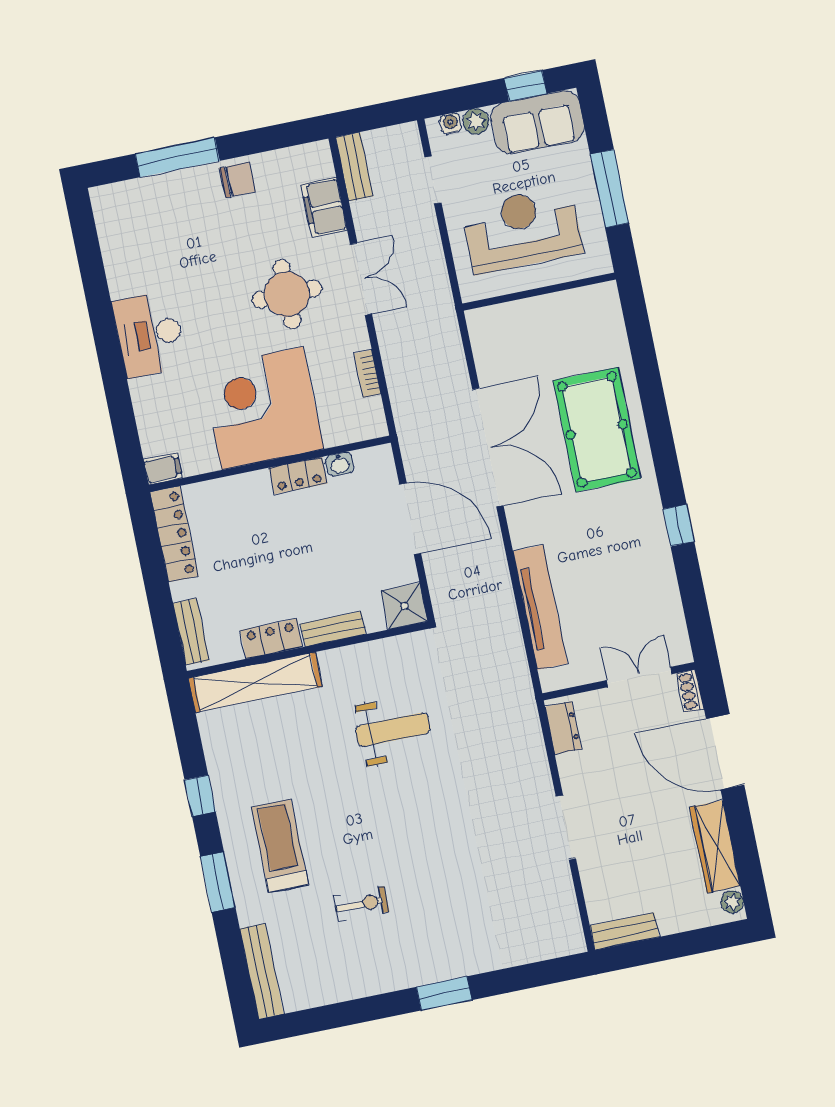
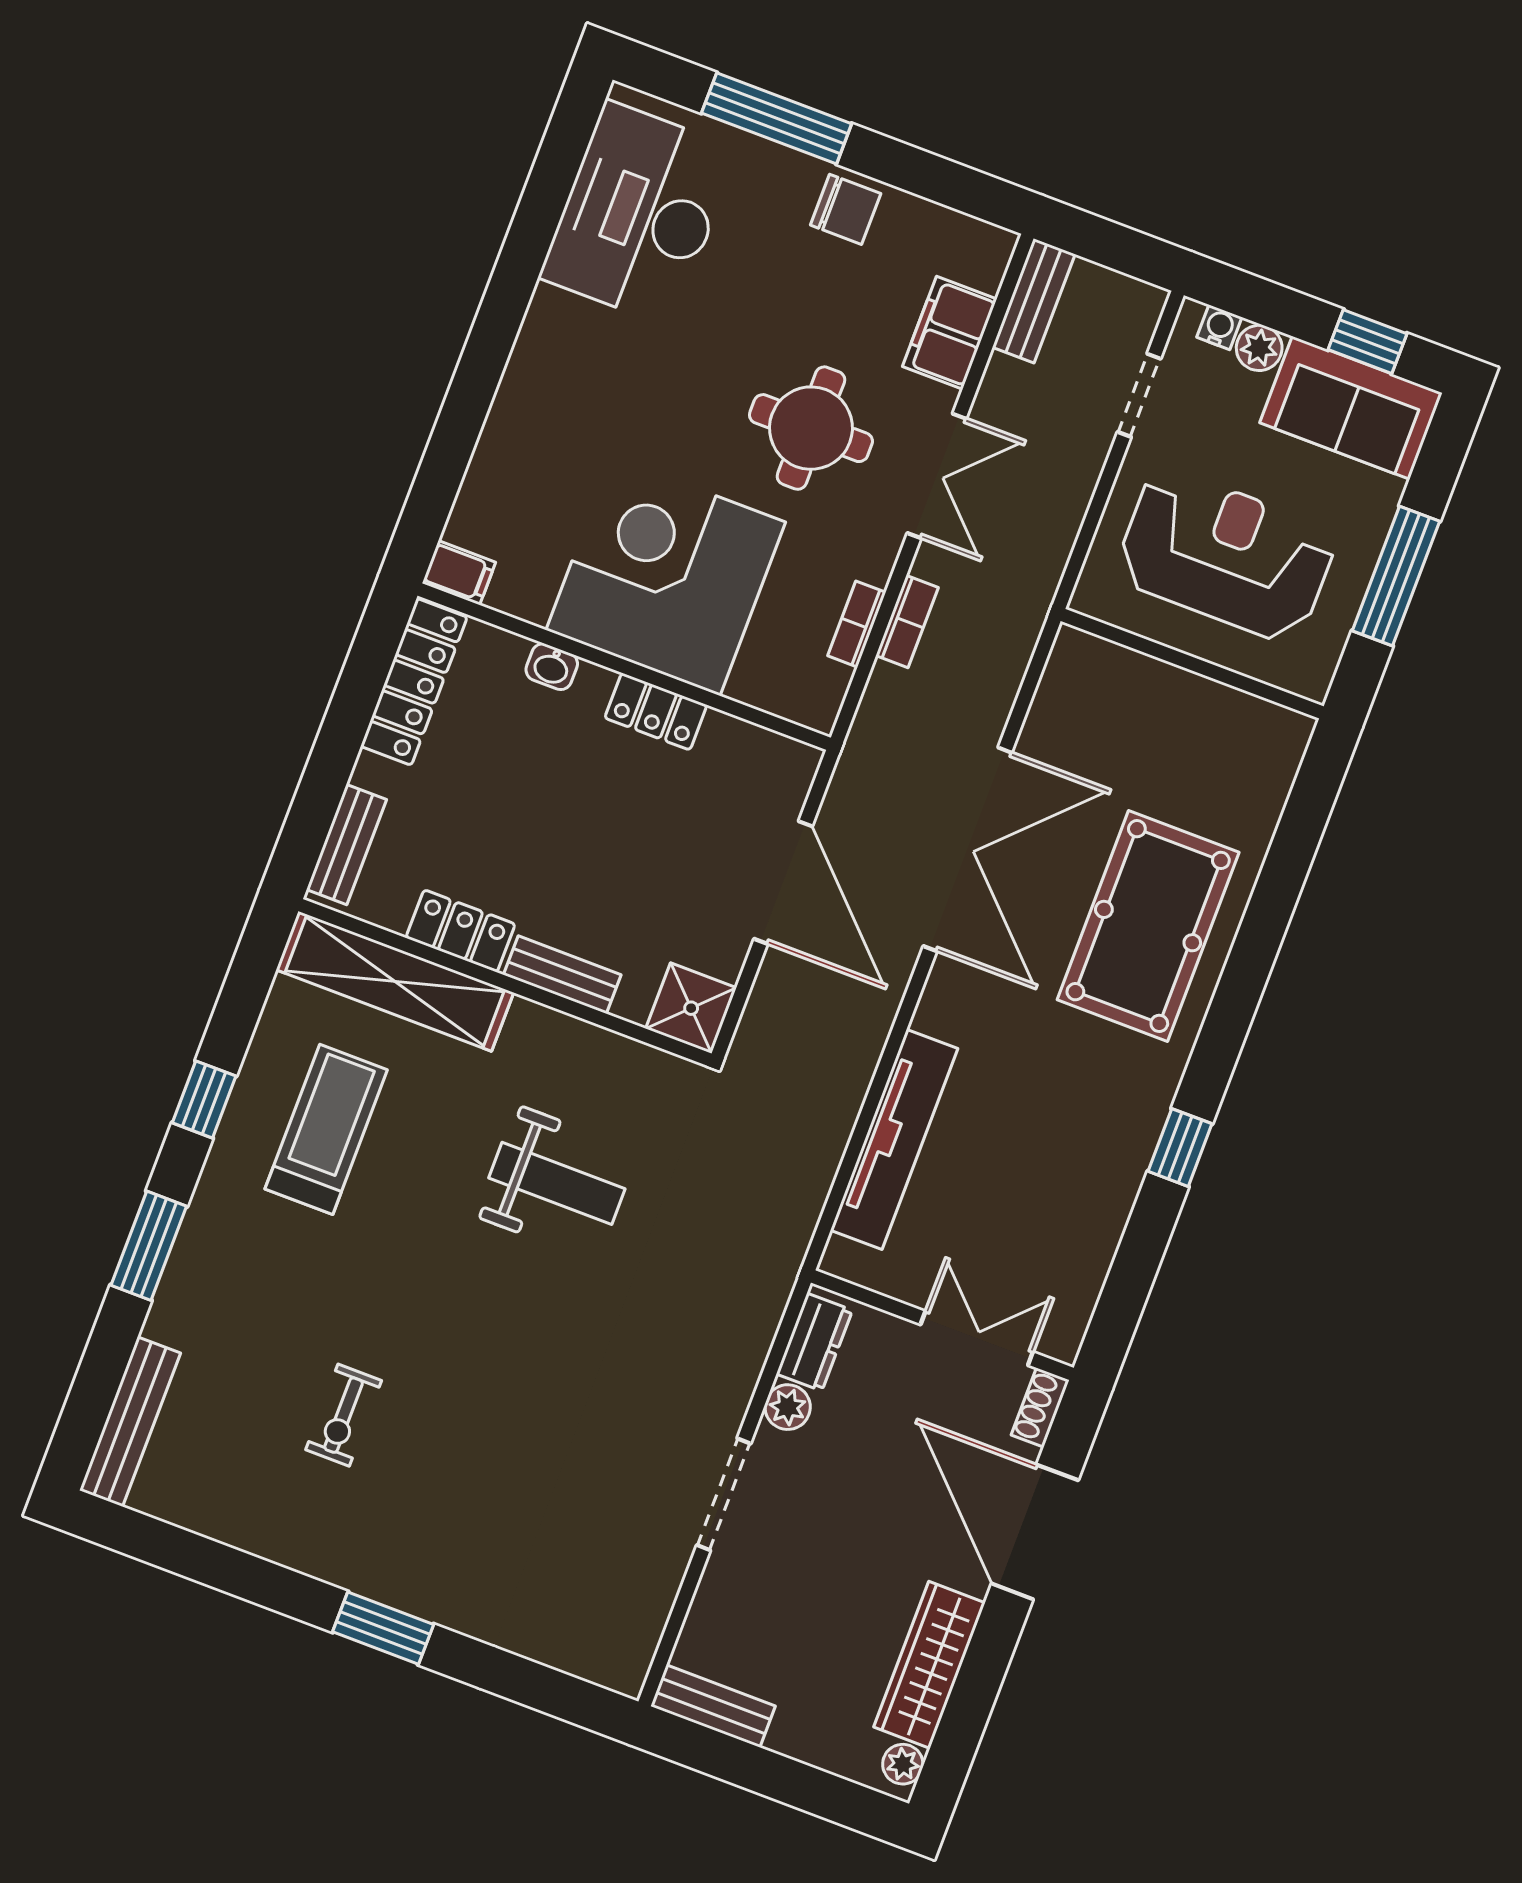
desk: (149, 334) -> (639, 213), moved, width x1.36, depth x1.30
bookcase: (391, 357) -> (907, 622), added
washbasin: (340, 464) -> (552, 667), moved
plant: (570, 767) -> (788, 1407), added
treadmill: (280, 846) -> (326, 1129), moved
exercise bike: (361, 904) -> (344, 1415), turned 90

